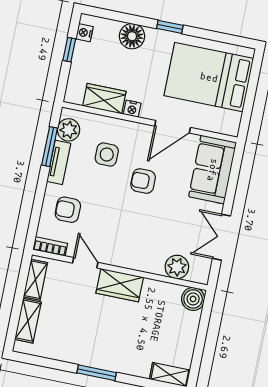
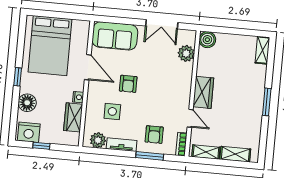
nightstand: (84, 33) -> (29, 132), width x1.89, depth x1.79
window: (50, 147) -> (150, 156), moved
door: (85, 263) -> (190, 118), swing flipped

